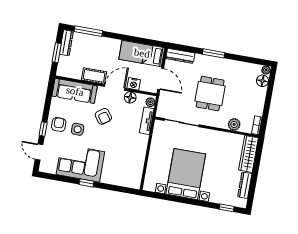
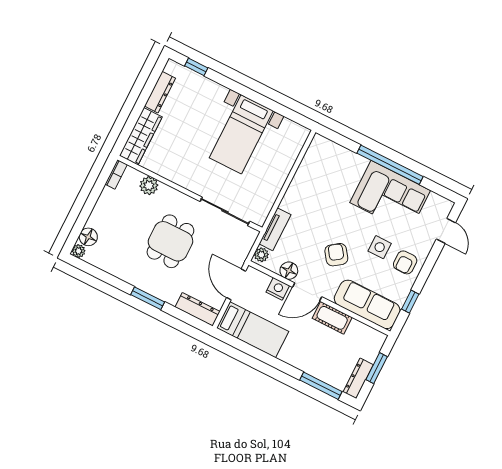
window: (43, 129) -> (410, 302), moved
bed with nightstands: (186, 174) -> (241, 134), width x0.73
window: (87, 183) -> (390, 165), width x3.17

